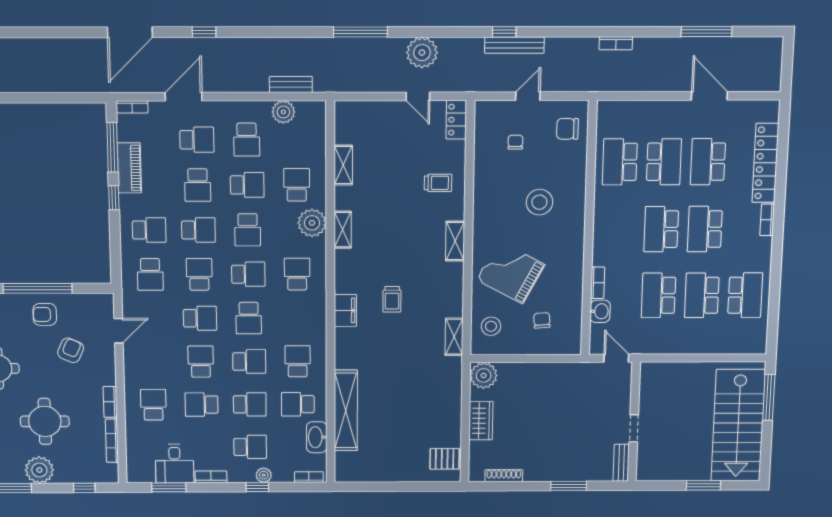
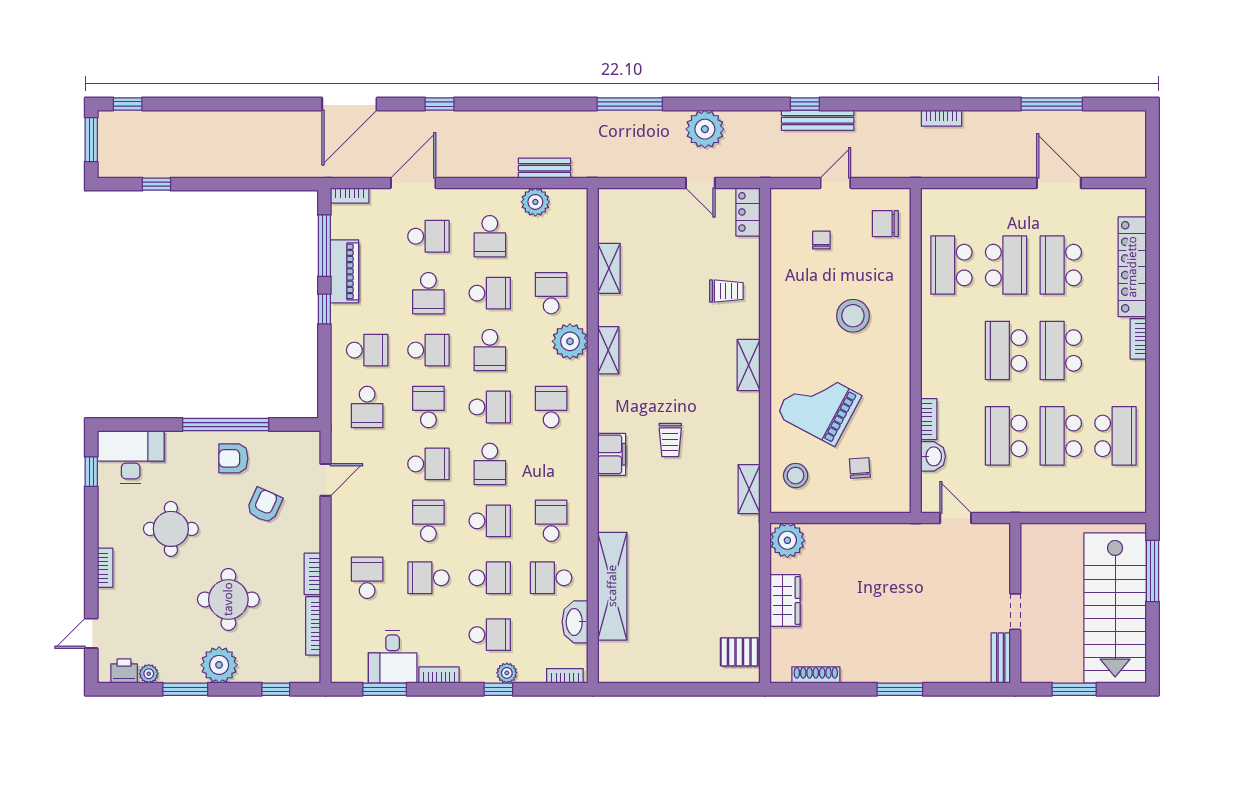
wall: (634, 422) -> (1015, 603), moved
doorway: (634, 428) -> (1015, 612), moved
bench: (621, 463) -> (1001, 658), moved

